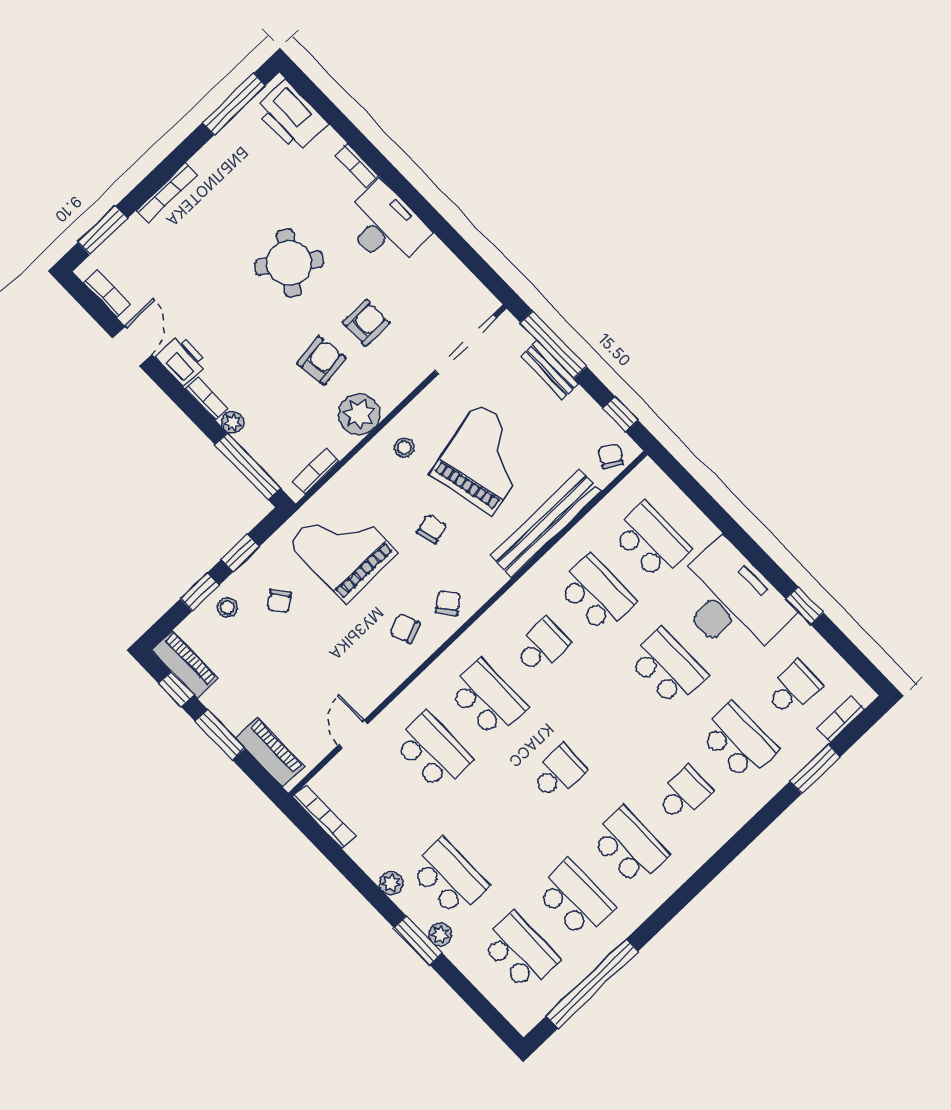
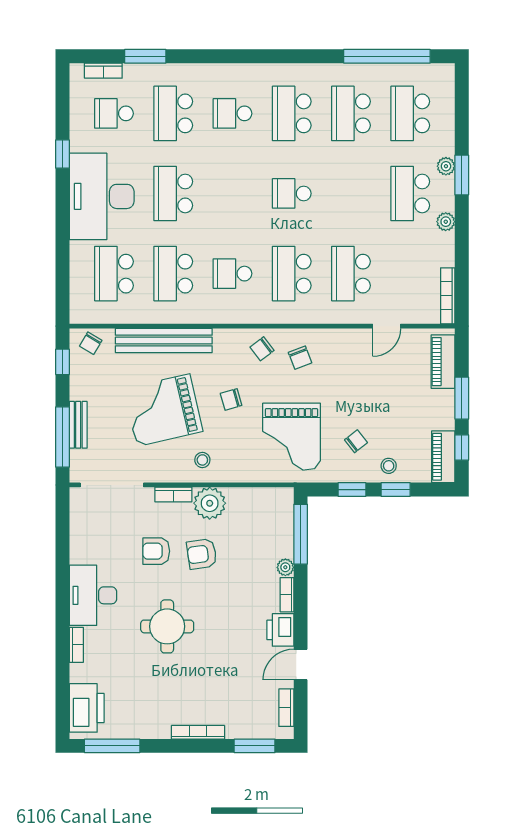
round table: (289, 263) -> (167, 626), turned -36
bookcase: (316, 471) -> (173, 495), moved

